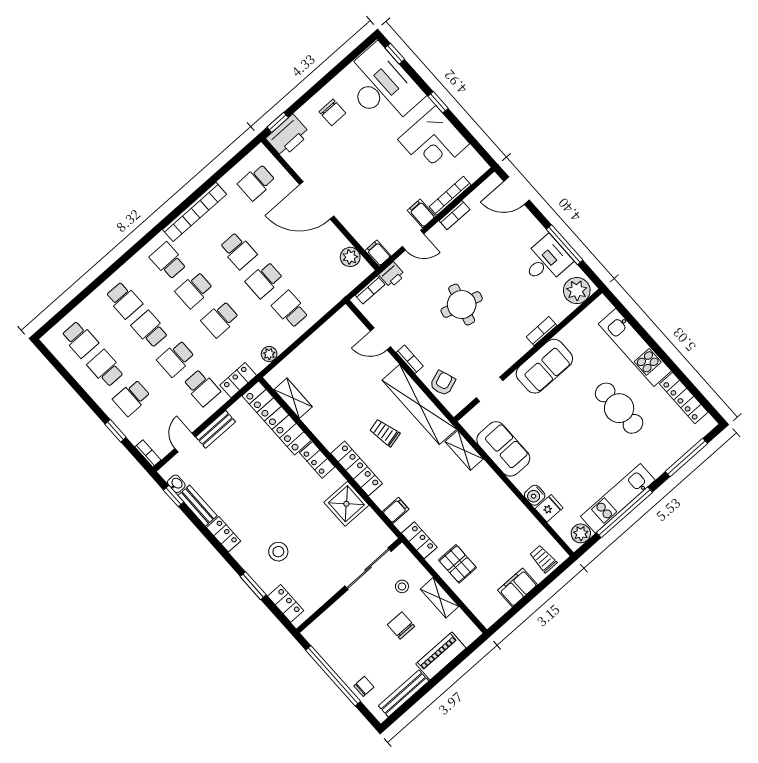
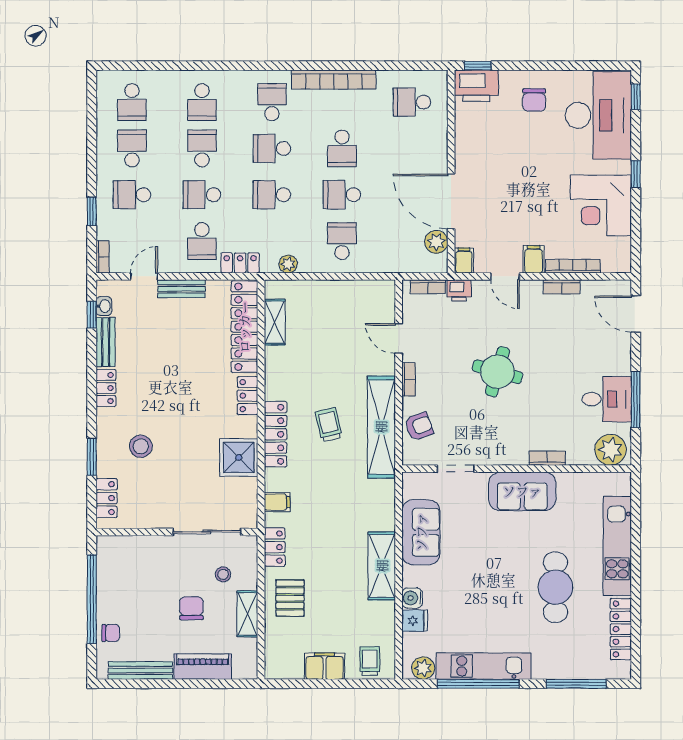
door: (317, 200) -> (451, 201), moved
shelving: (464, 450) -> (382, 566), moved, width x1.50, depth x1.33

